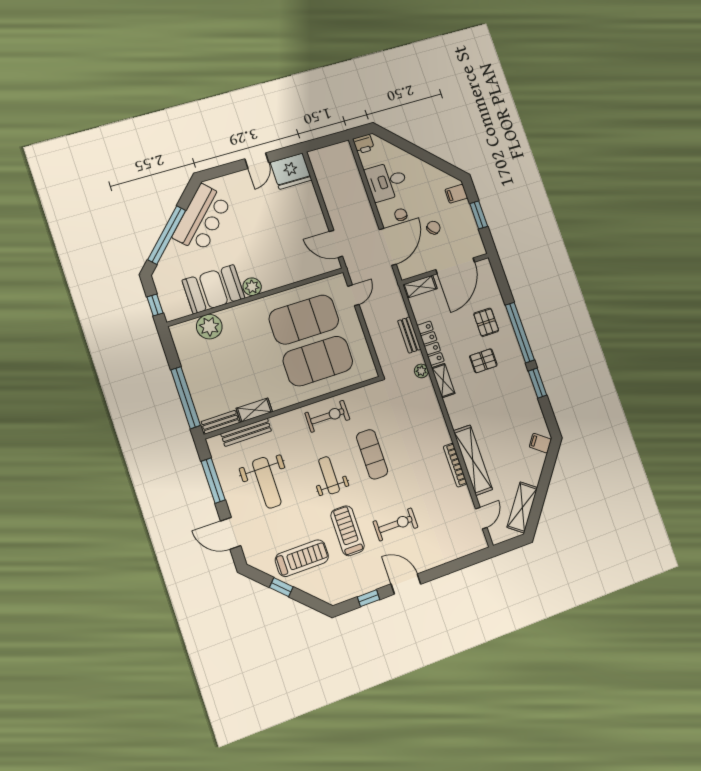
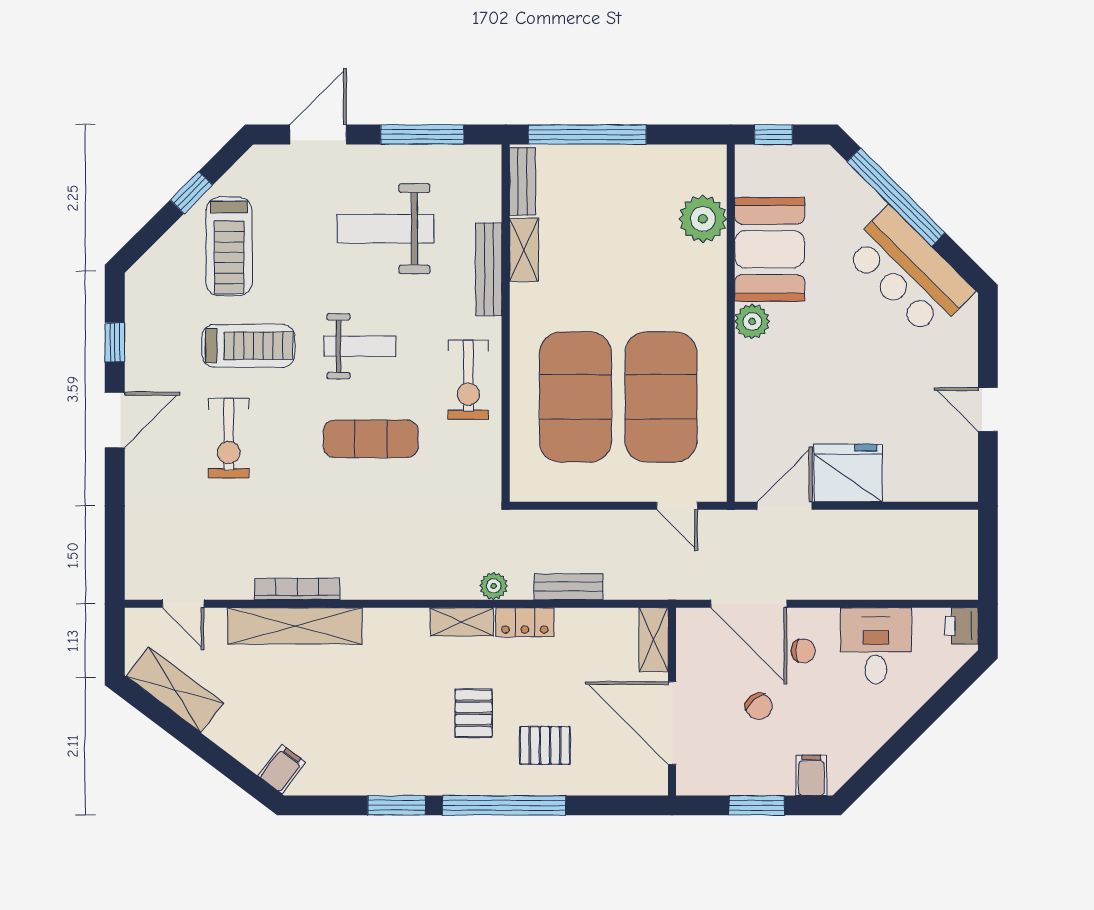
fridge: (291, 171) -> (848, 473), moved, turned 90
locker: (431, 343) -> (525, 622), width x0.66
bench: (246, 432) -> (489, 269), moved

